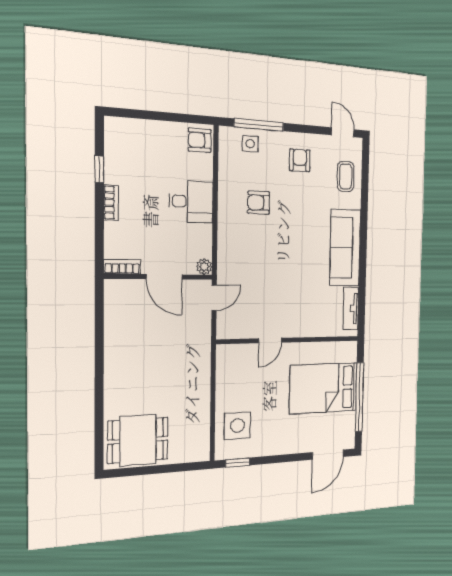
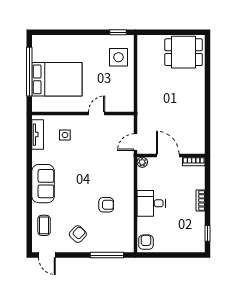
armchair: (200, 140) -> (146, 242), turned -90
side table: (250, 144) -> (65, 135), moved
armchair: (300, 160) -> (78, 234), turned -137
window: (99, 169) -> (207, 233), moved
sofa: (345, 248) -> (43, 184), width x0.73
door: (328, 455) -> (53, 32), removed

